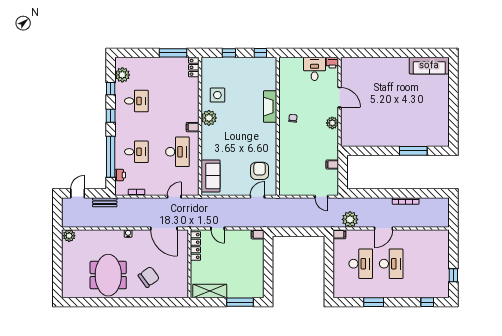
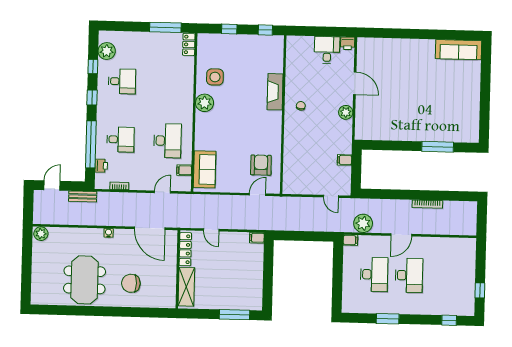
filing cabinet: (193, 127) -> (184, 170), moved
chair: (149, 277) -> (131, 283), turned -144
shelving: (210, 291) -> (186, 287), moved, turned 90

